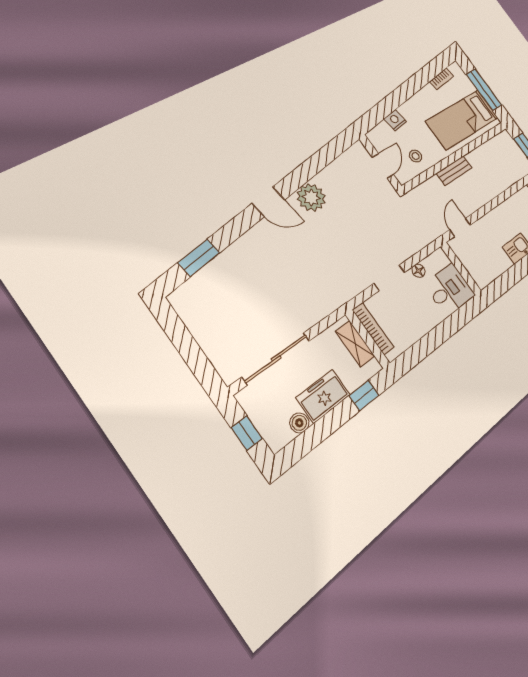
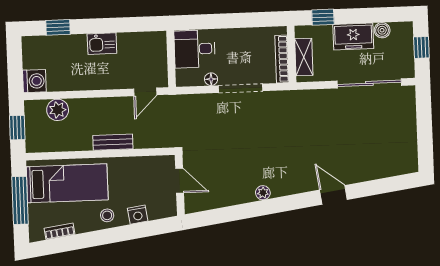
stool: (416, 156) -> (107, 215), moved
door: (383, 166) -> (180, 181), swing flipped
plant: (509, 175) -> (58, 110), added
plant: (311, 197) -> (263, 193), width x0.53, depth x0.53
door: (268, 202) -> (333, 195), moved
window: (199, 258) -> (378, 187), removed
doorway: (389, 278) -> (241, 88), width x1.38

